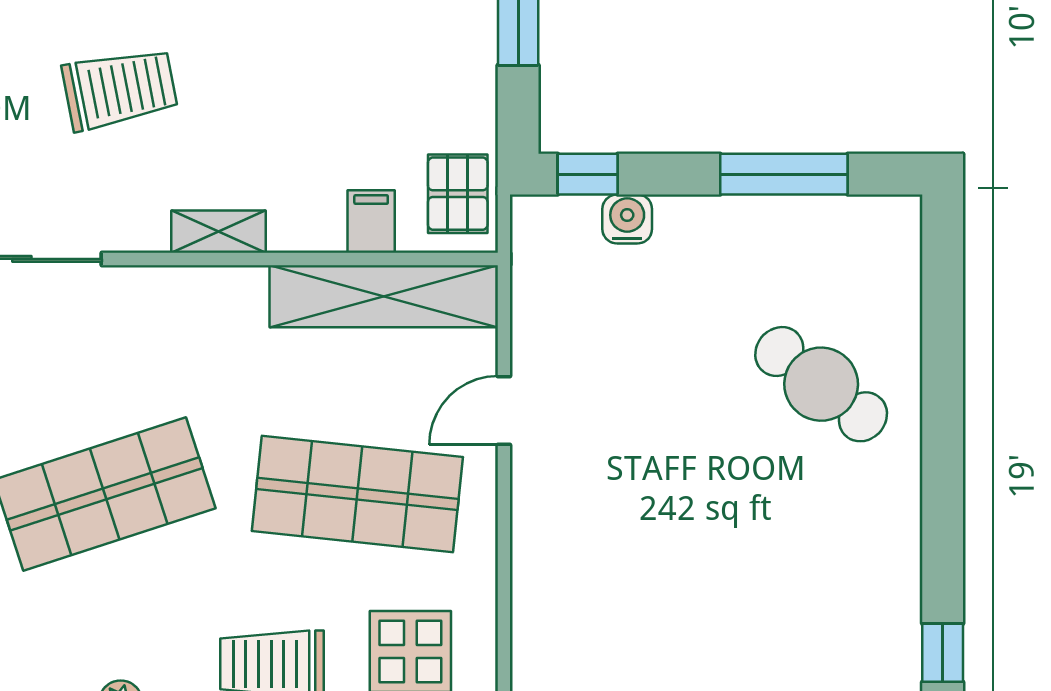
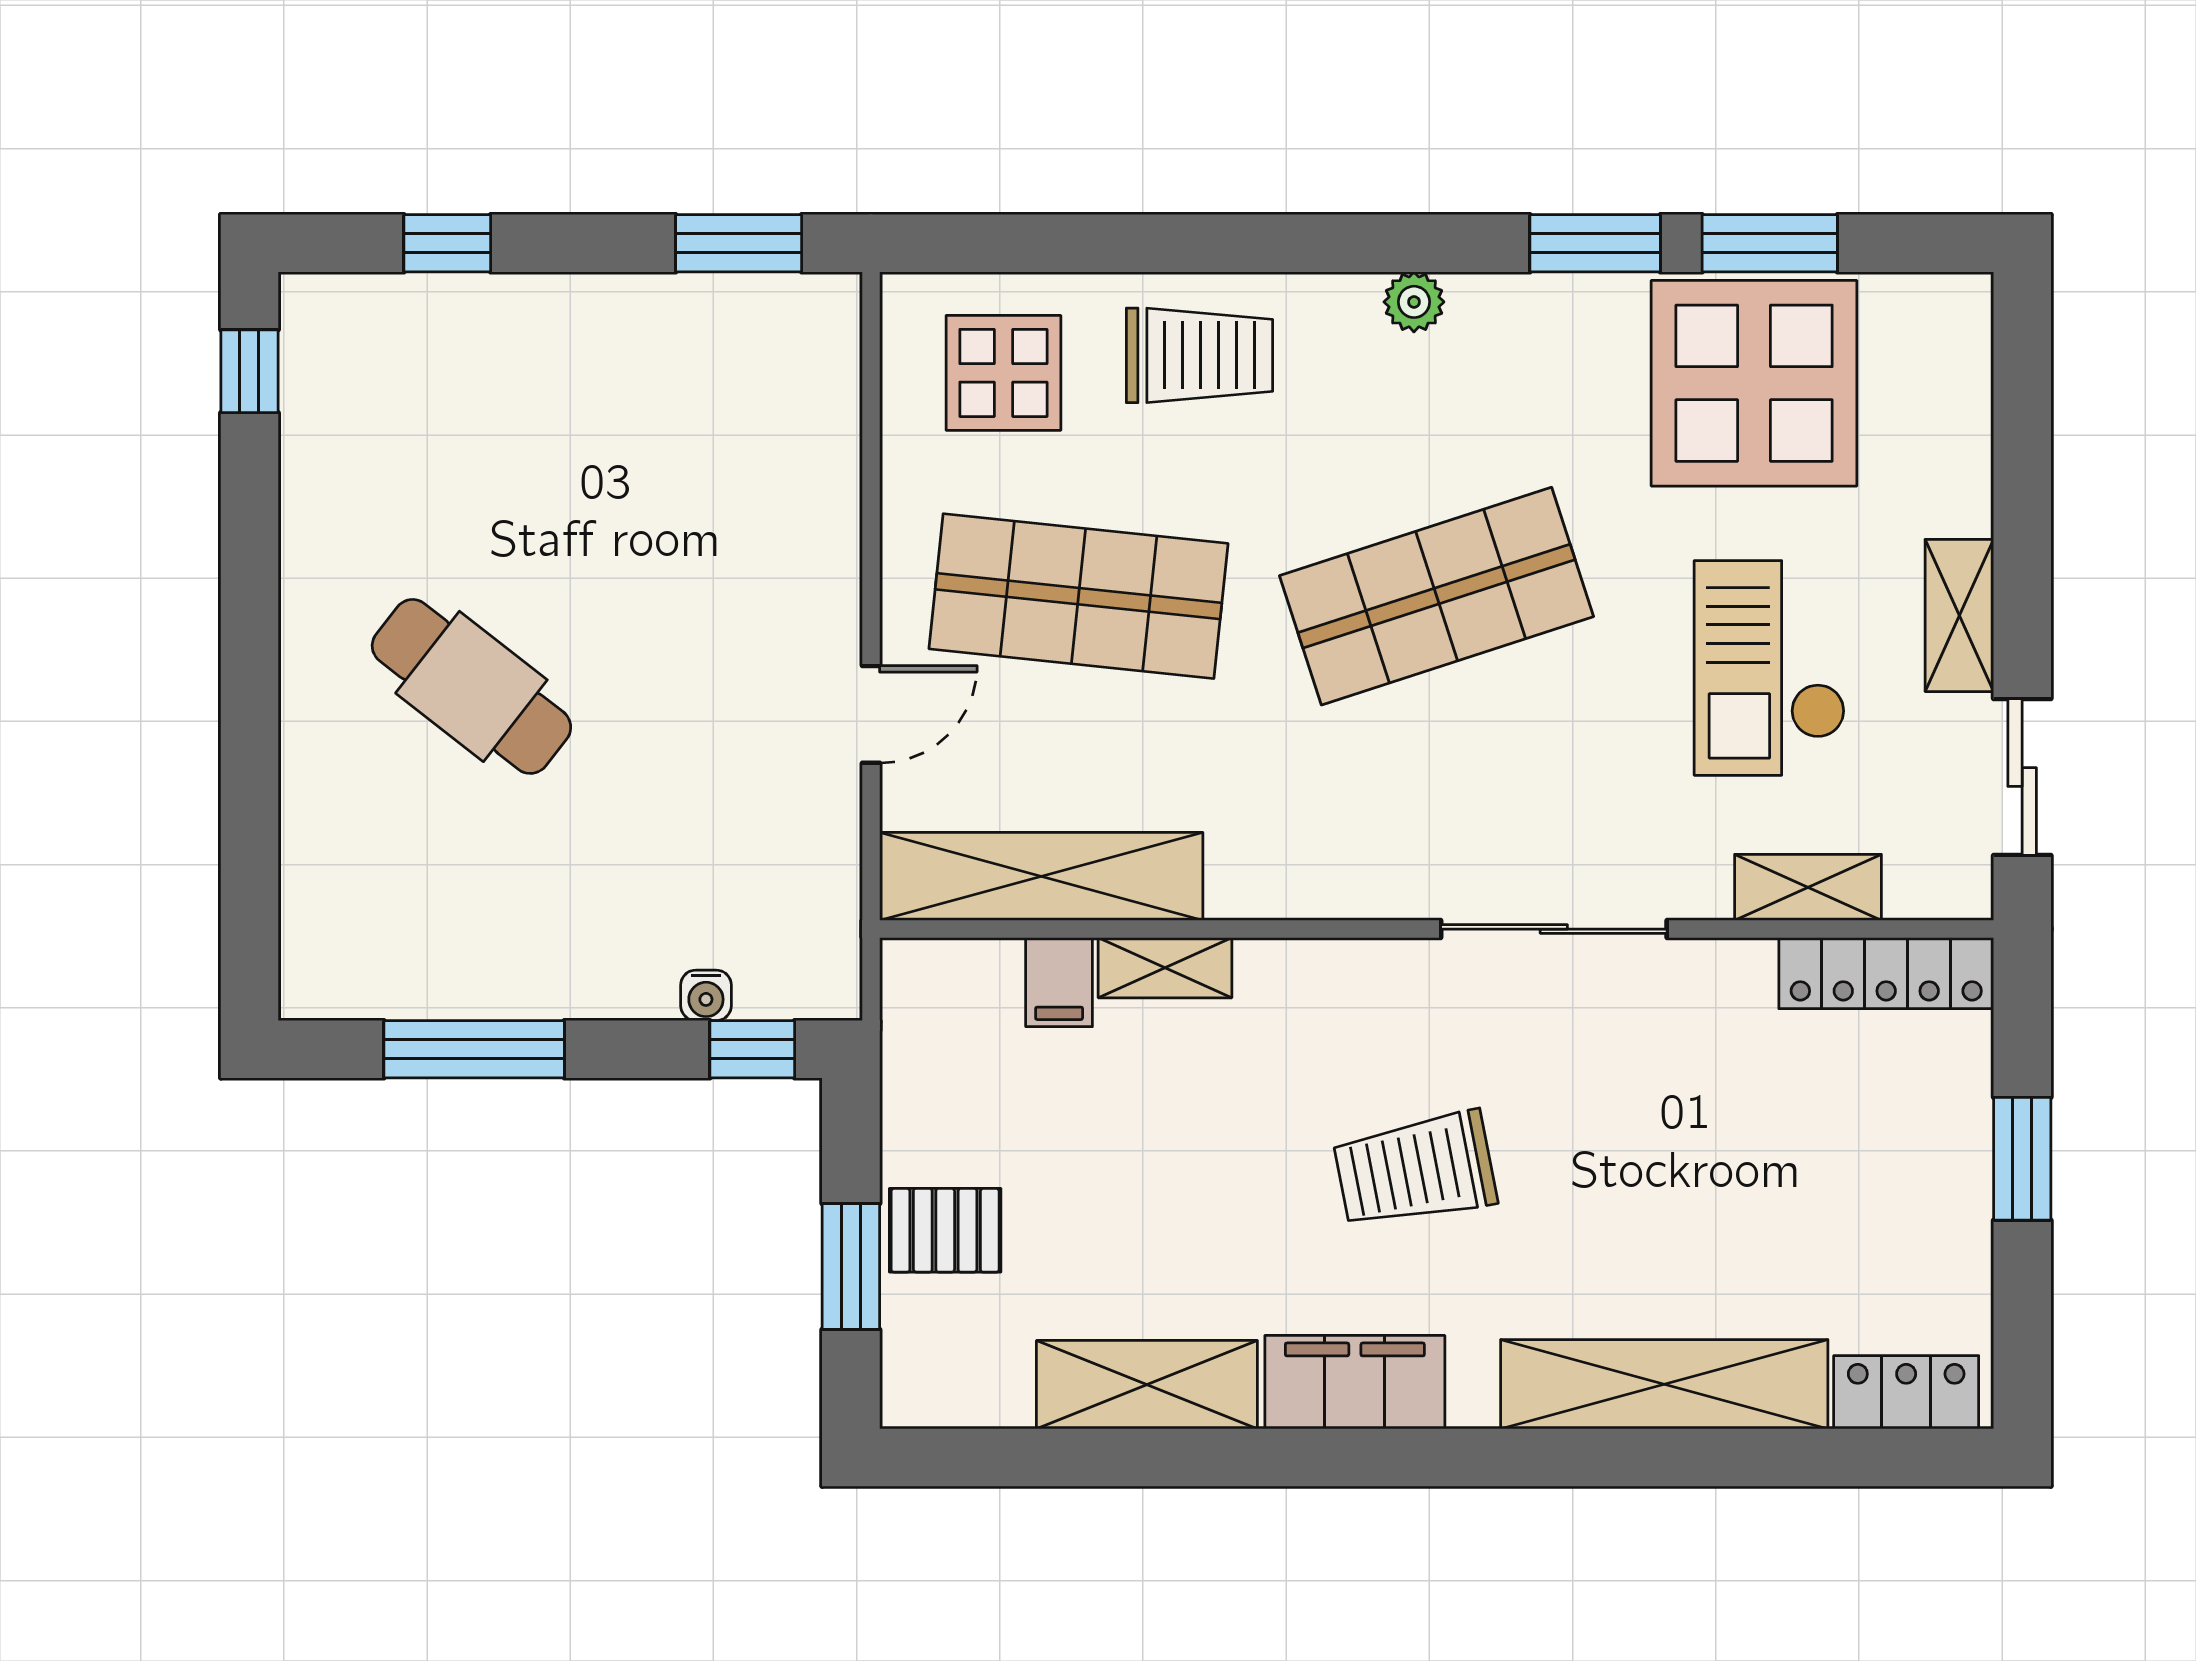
pallet: (458, 194) -> (945, 1230), moved, turned 90
water cooler: (627, 219) -> (706, 995), width x0.72, depth x0.72
shelving: (218, 232) -> (1165, 968), moved
cafe table: (821, 384) -> (471, 686), moved

